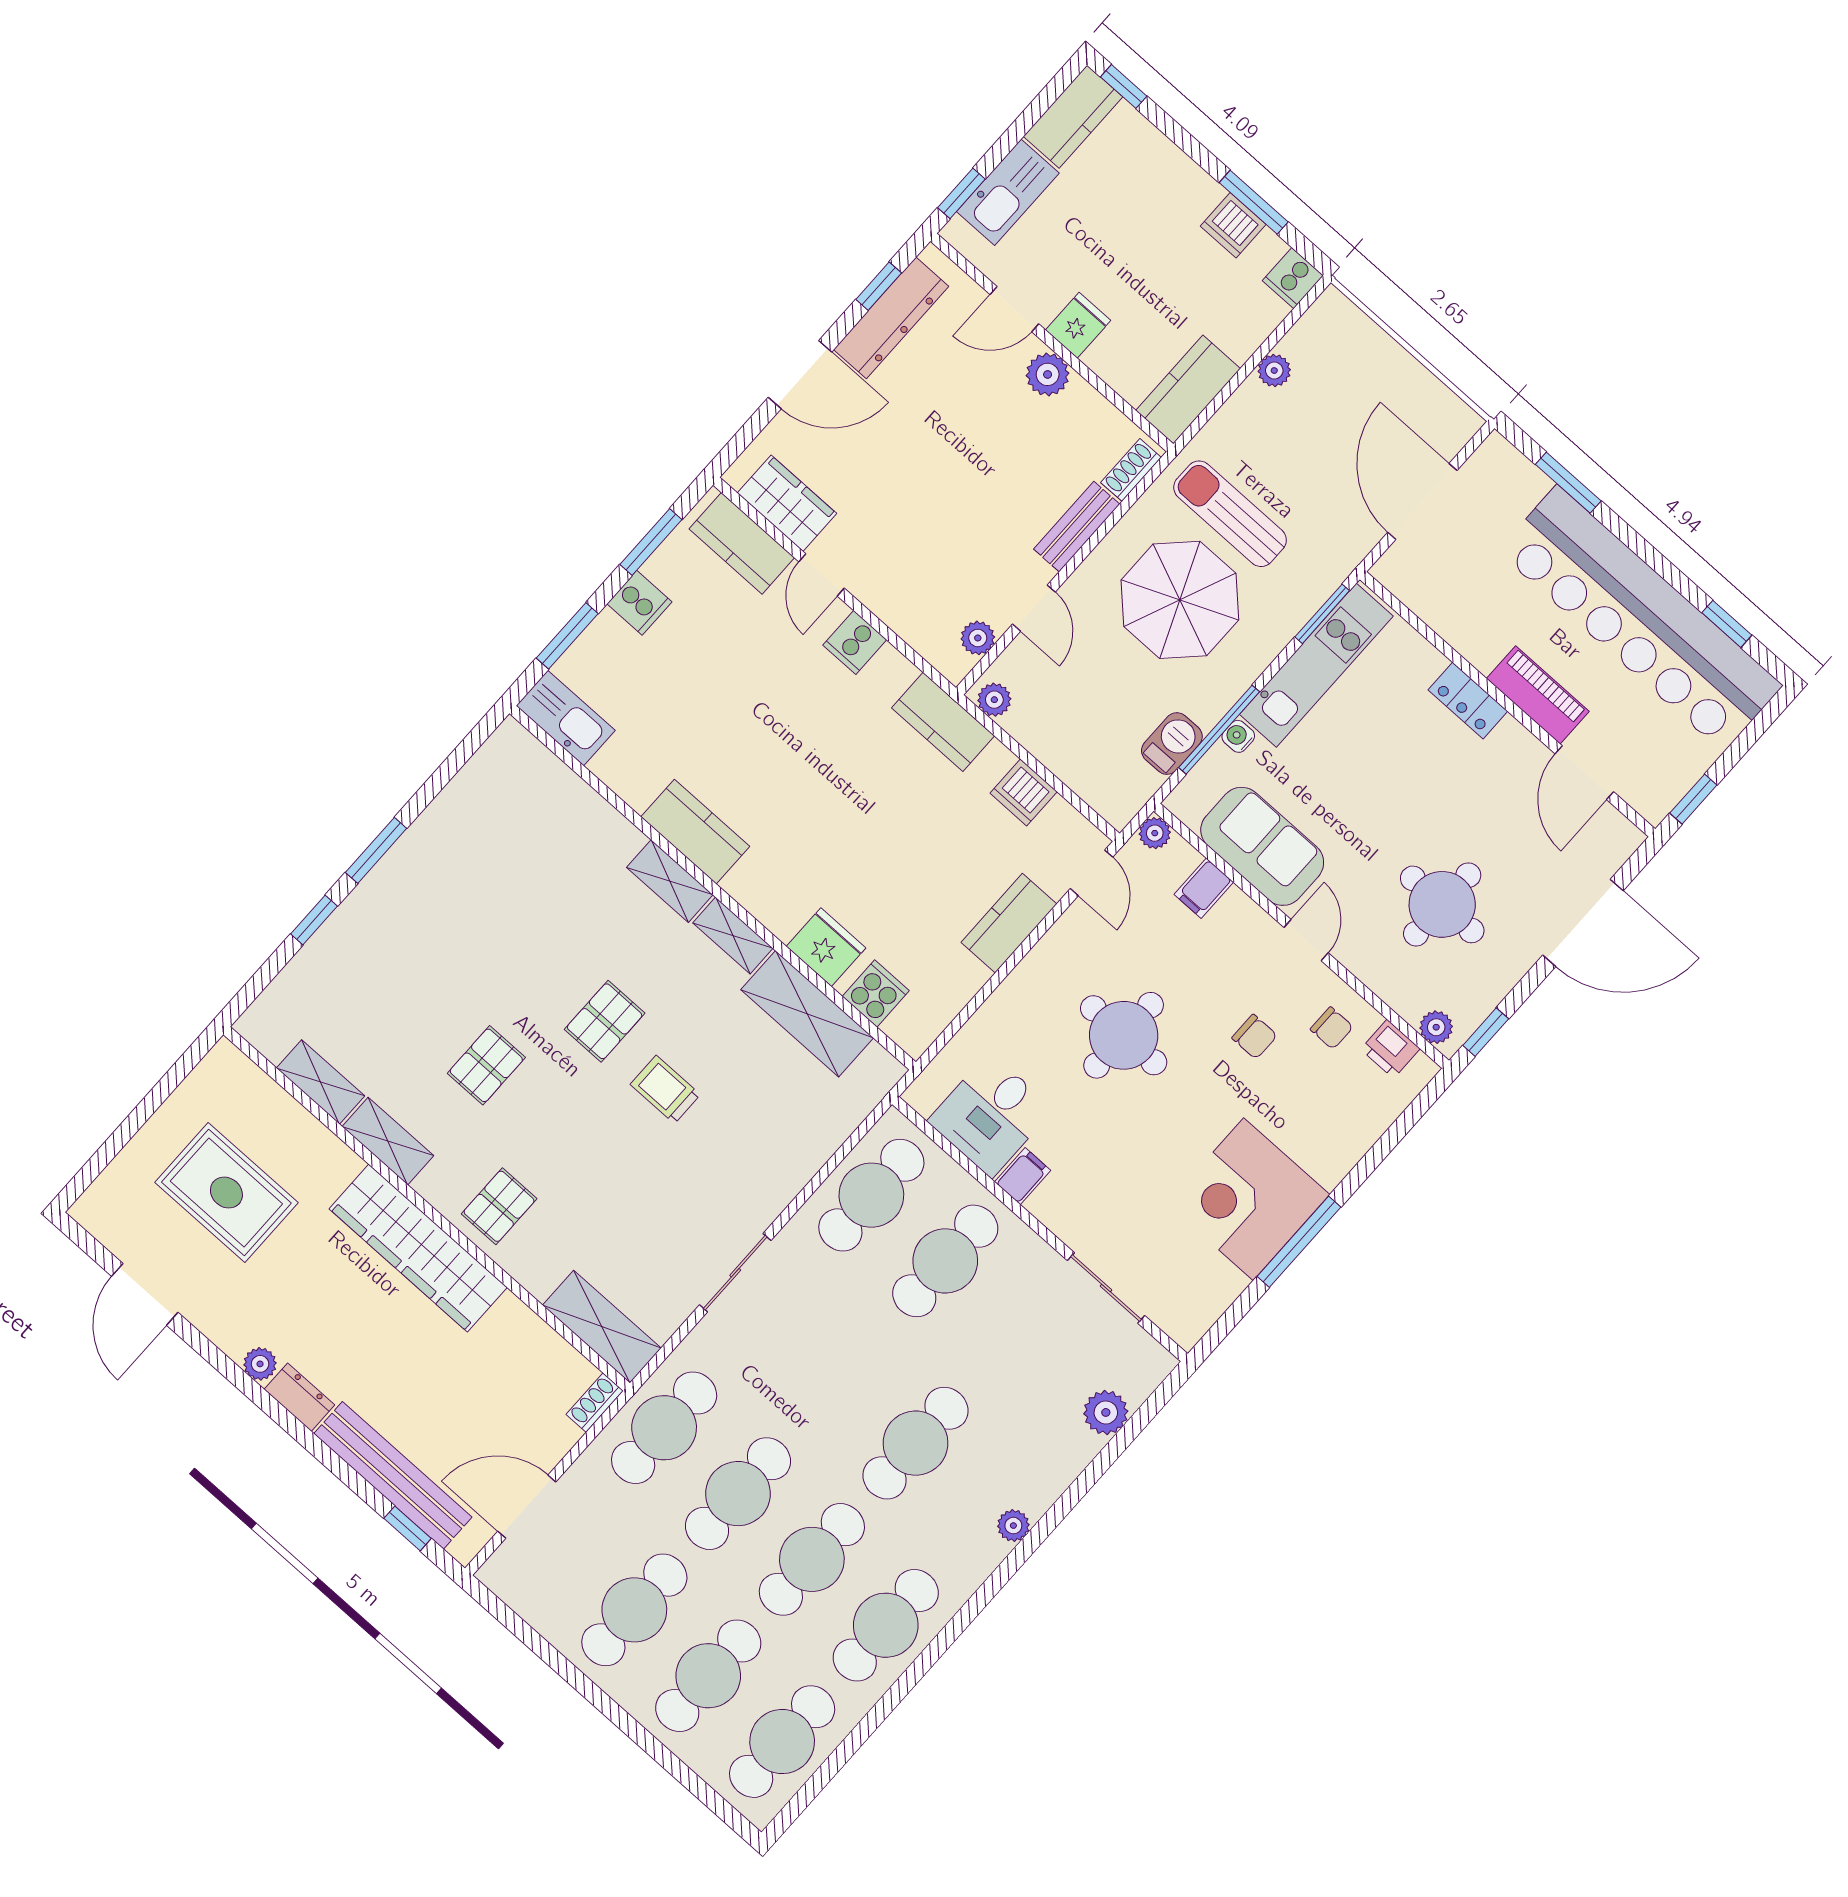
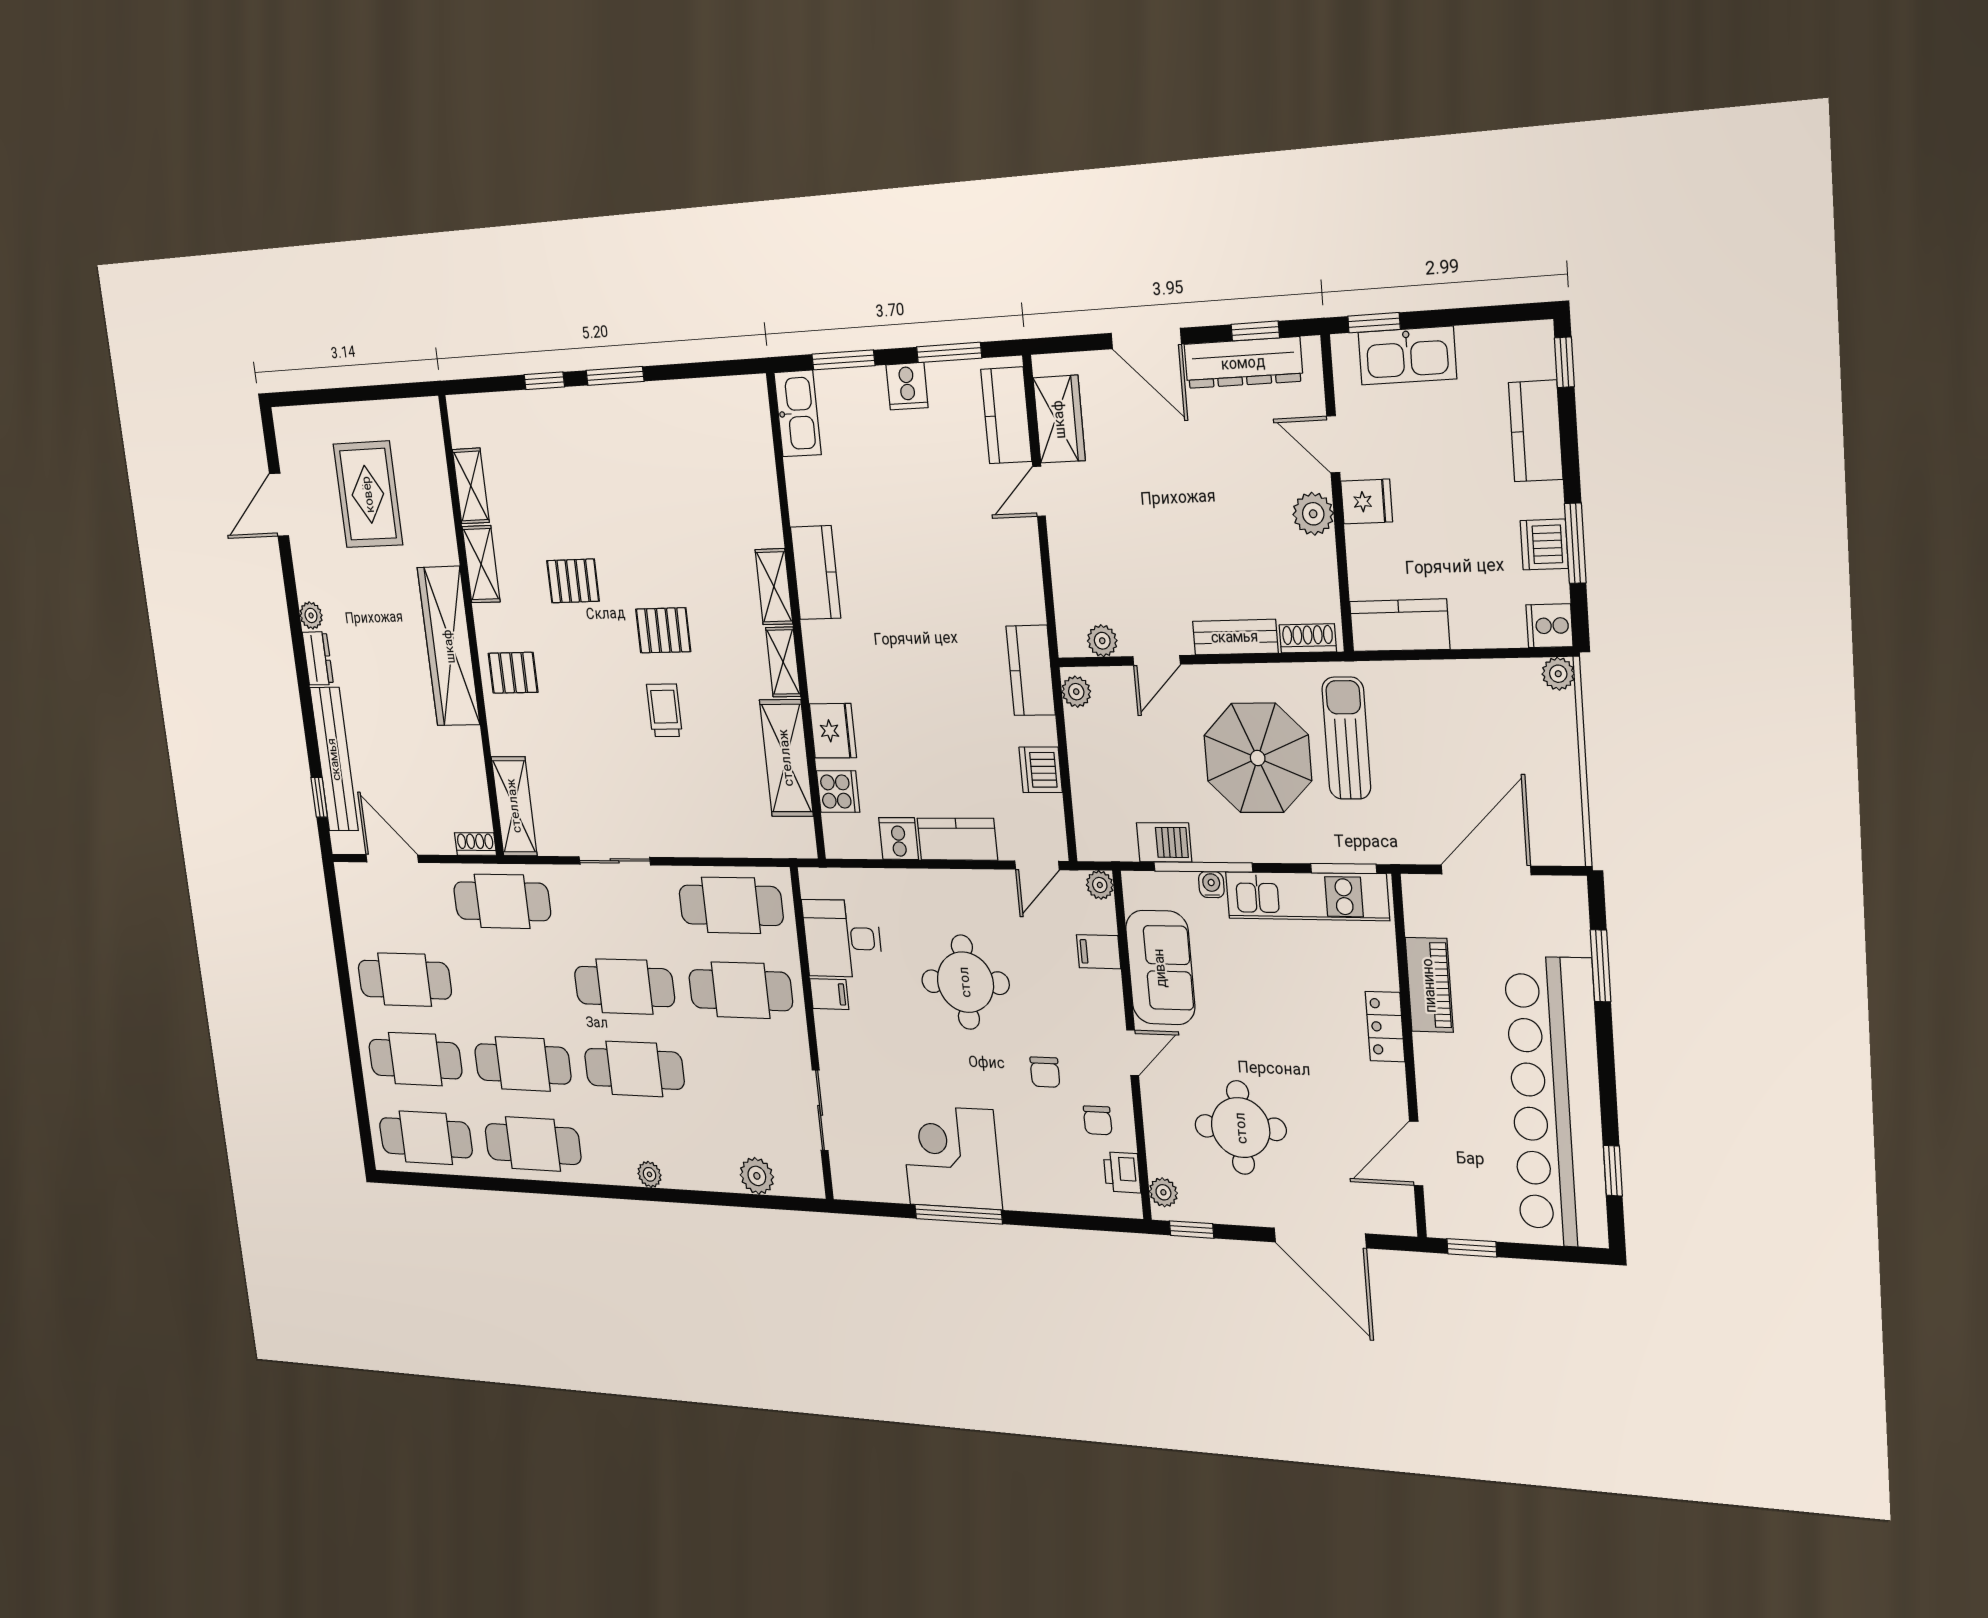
kitchen counter: (1073, 117) -> (1536, 431), moved, turned 90
plant: (1274, 371) -> (1558, 674), moved
cooker: (855, 642) -> (899, 839), moved, turned 90
piano: (1538, 695) -> (1429, 985), moved
cafe table: (738, 1494) -> (624, 986), moved

